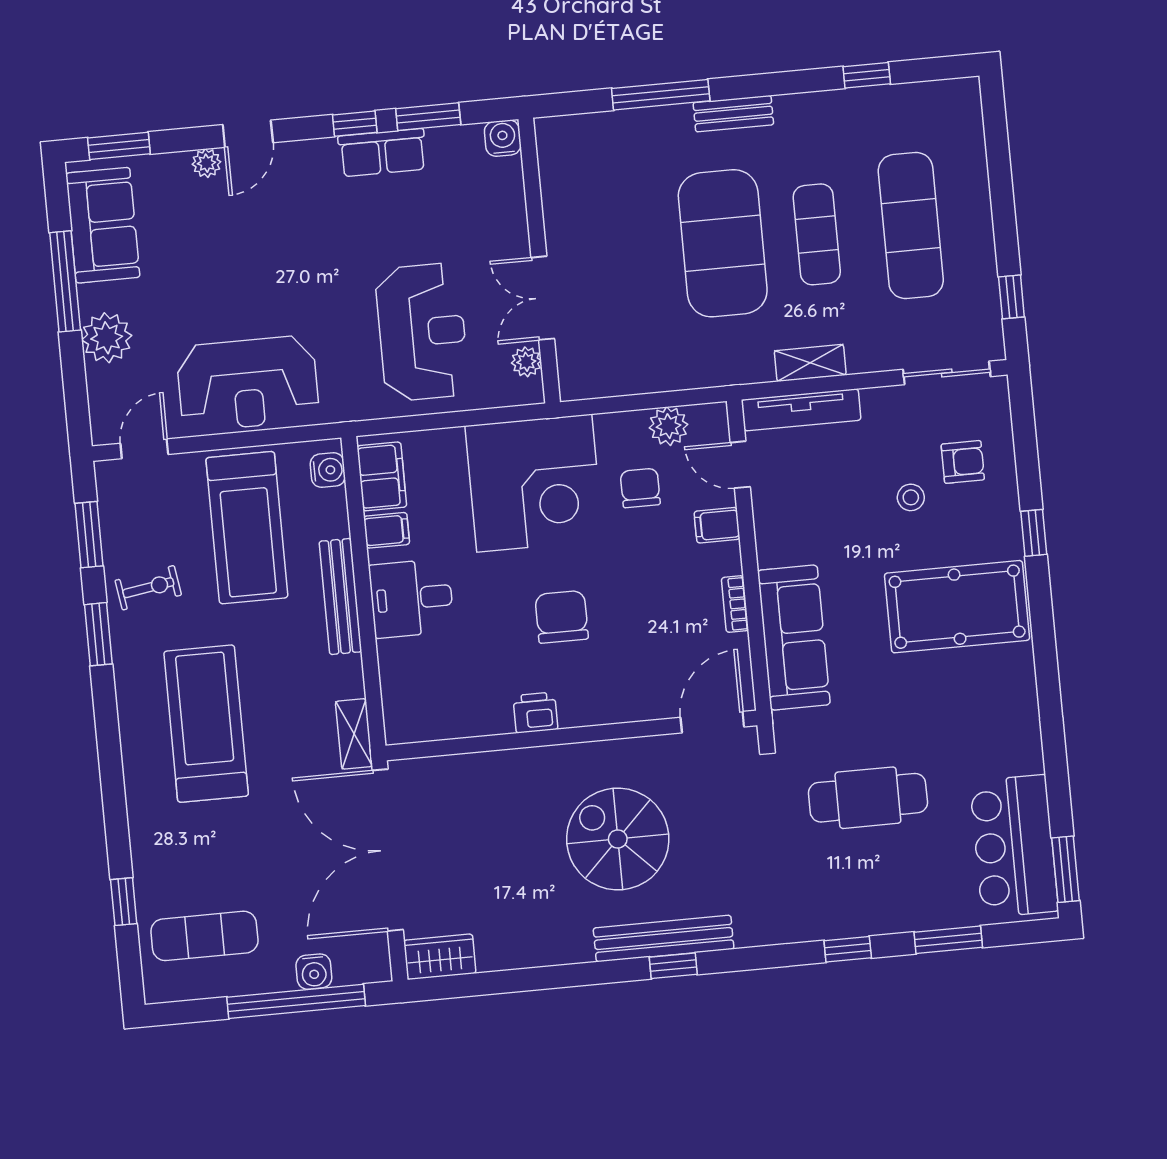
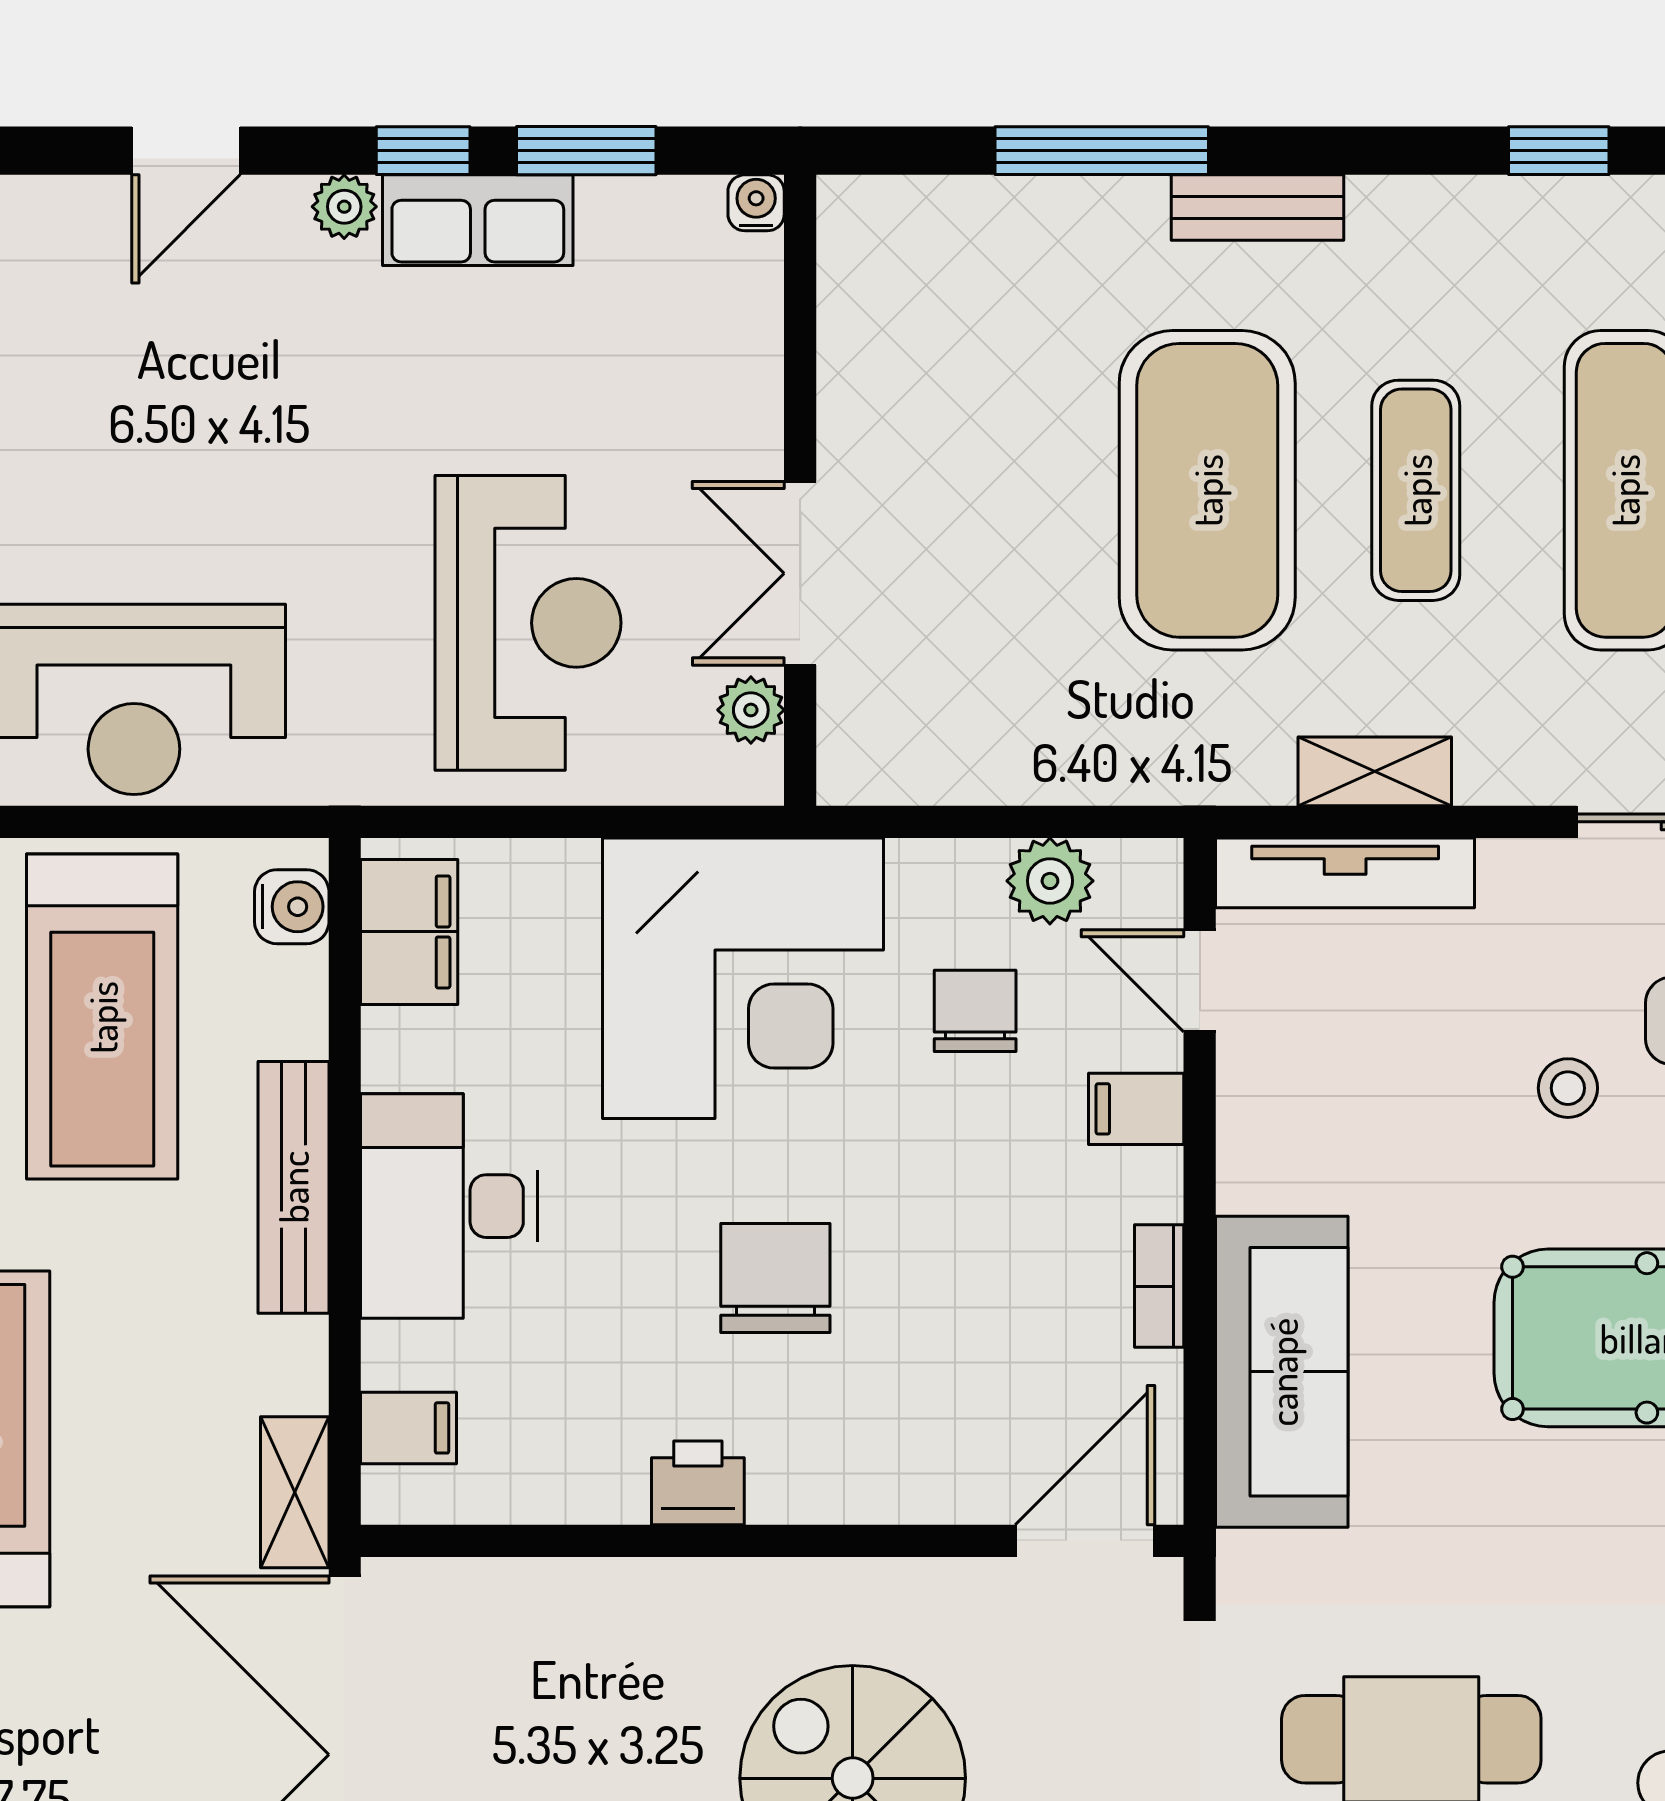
water cooler: (503, 138) -> (756, 203), width x0.72, depth x0.72
plant: (206, 163) -> (344, 207), moved
filing cabinet: (387, 530) -> (409, 1428), moved
desk: (411, 598) -> (449, 1206), width x1.37

